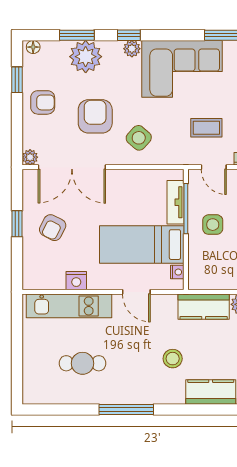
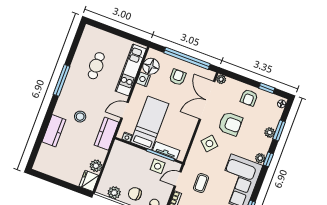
plant: (86, 57) -> (270, 132), width x0.53, depth x0.53
window: (17, 224) -> (187, 58), width x3.17
side table: (213, 225) -> (158, 166), moved
armchair: (53, 228) -> (178, 77), turned 63
floor lamp: (51, 276) -> (151, 66), added
kitchen counter: (204, 307) -> (107, 134), moved

